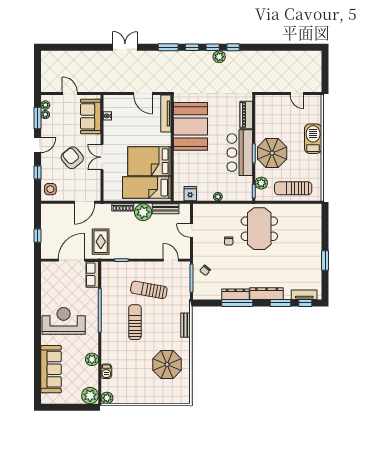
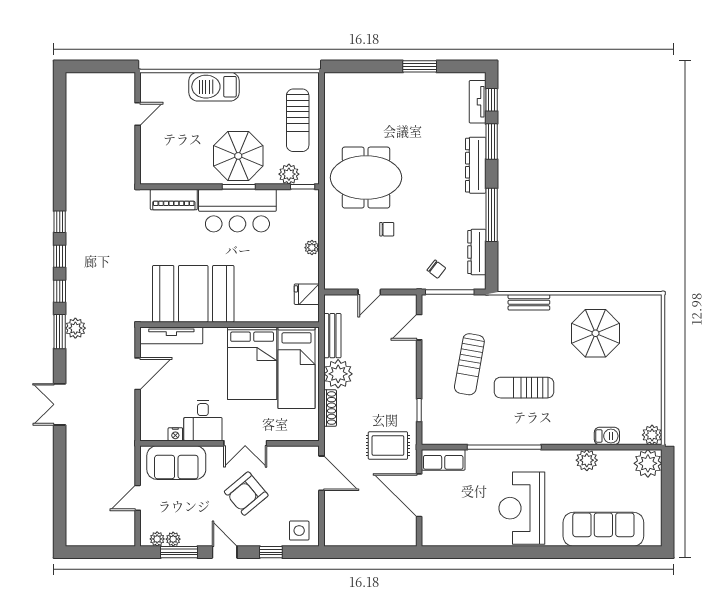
plant: (219, 57) -> (75, 328), moved
desk: (115, 132) -> (203, 421), added
window: (38, 236) -> (378, 552), removed
dresser: (235, 294) -> (477, 252), moved

